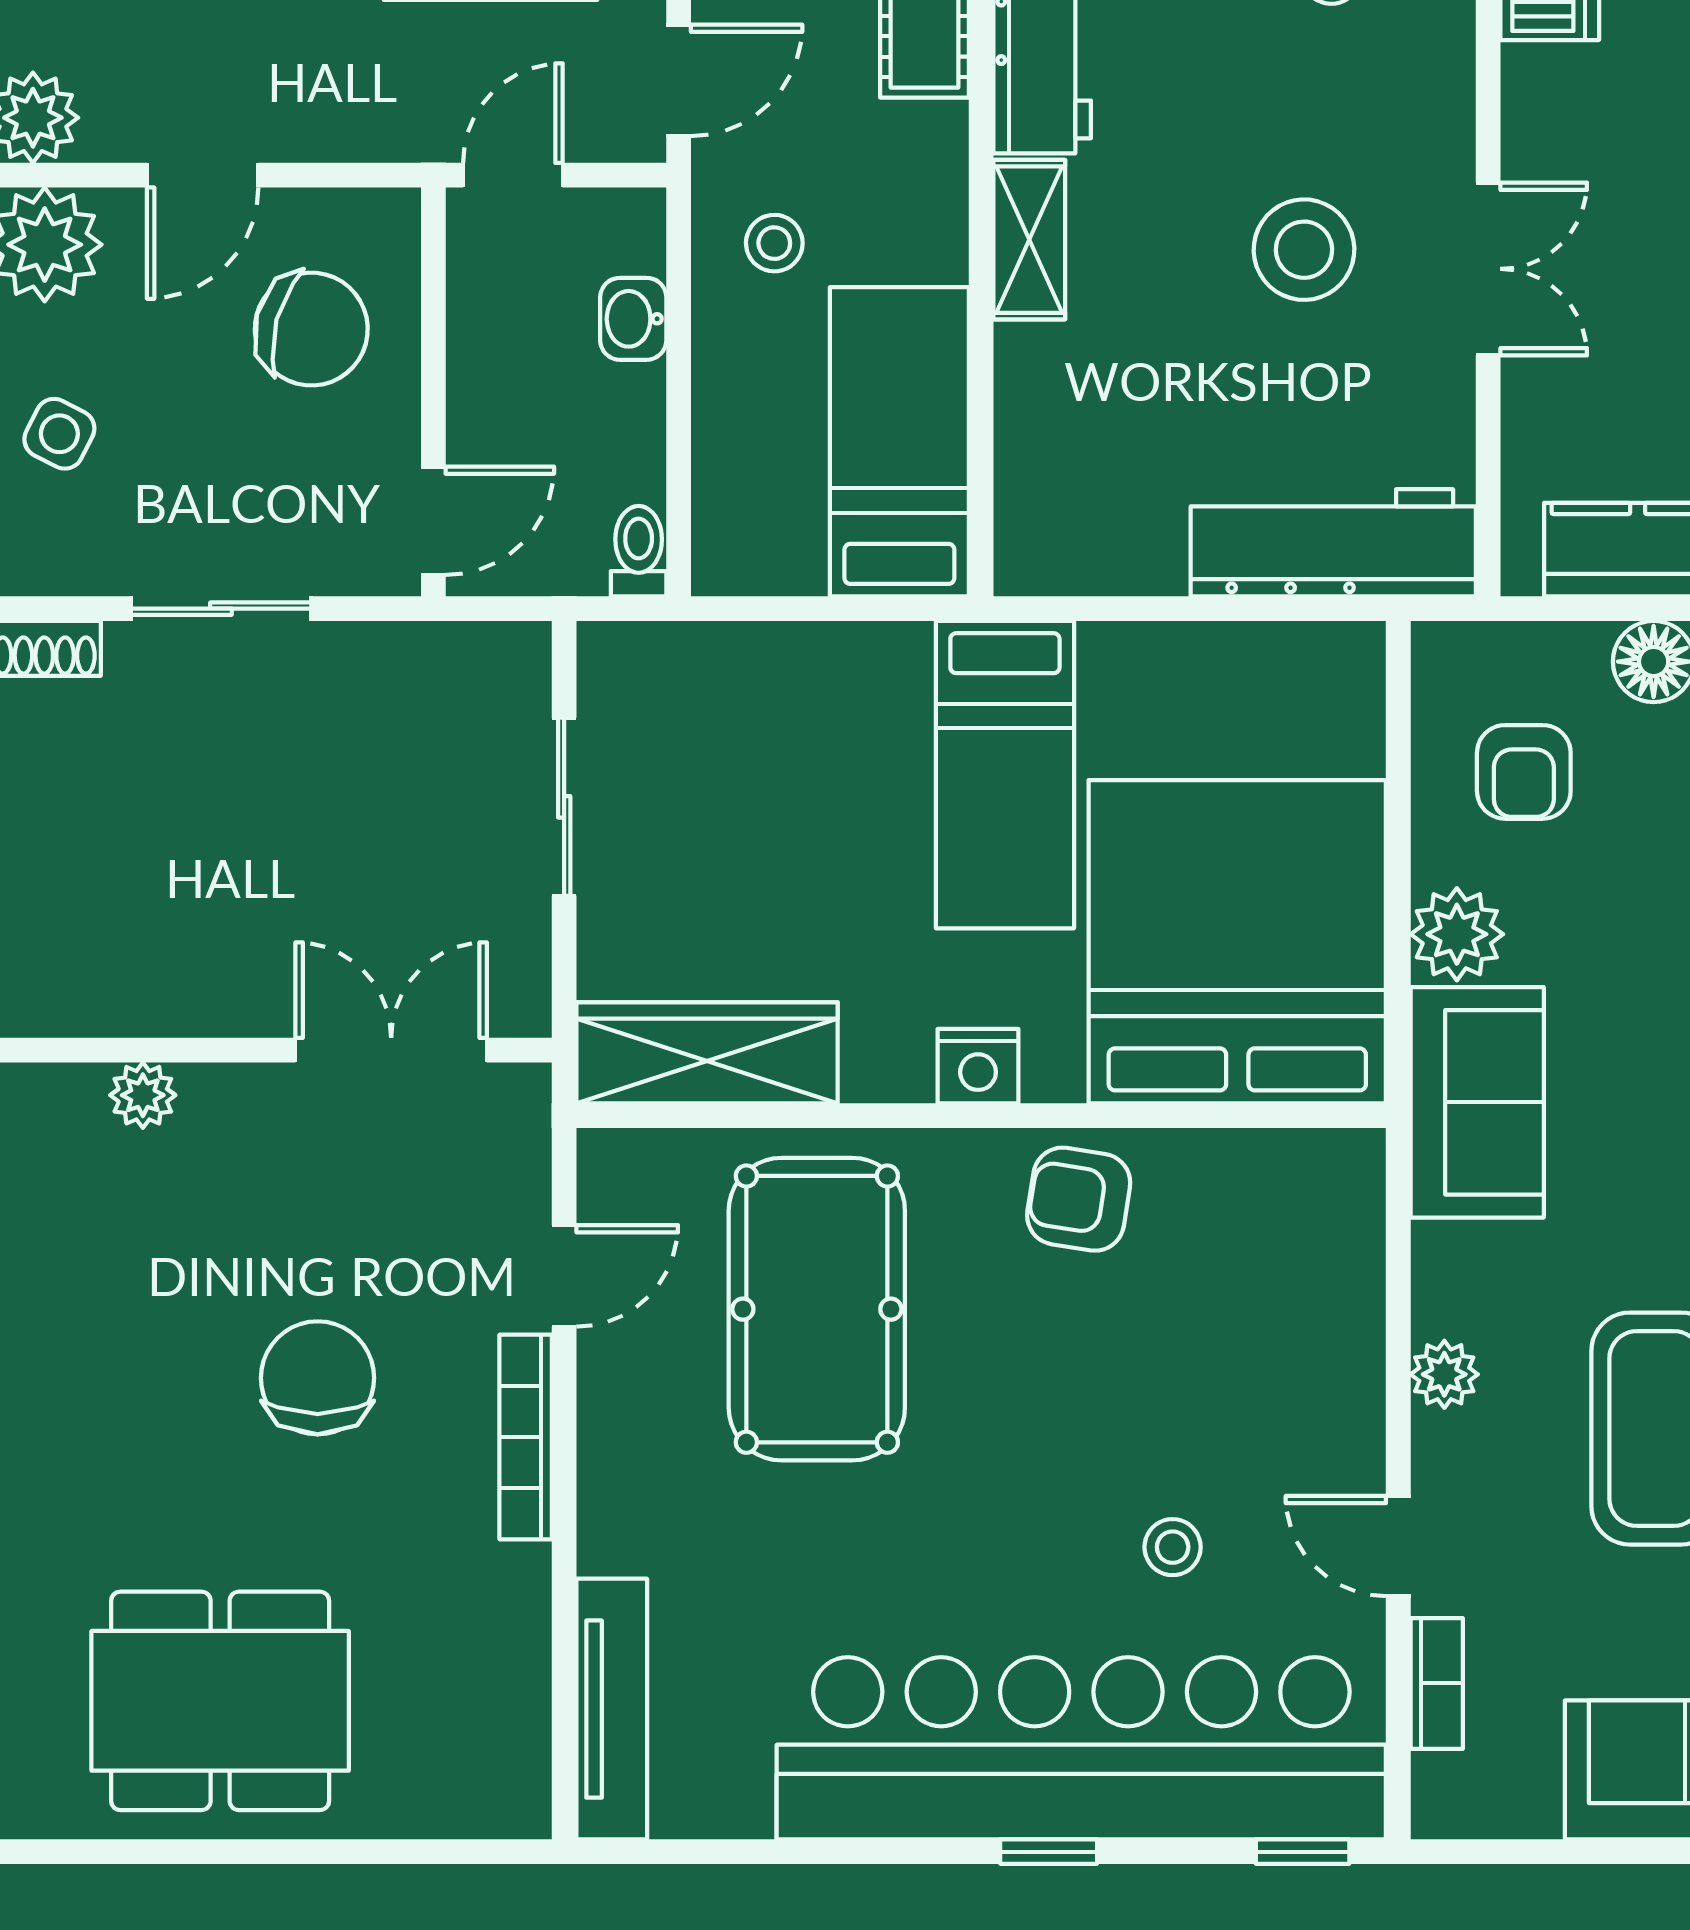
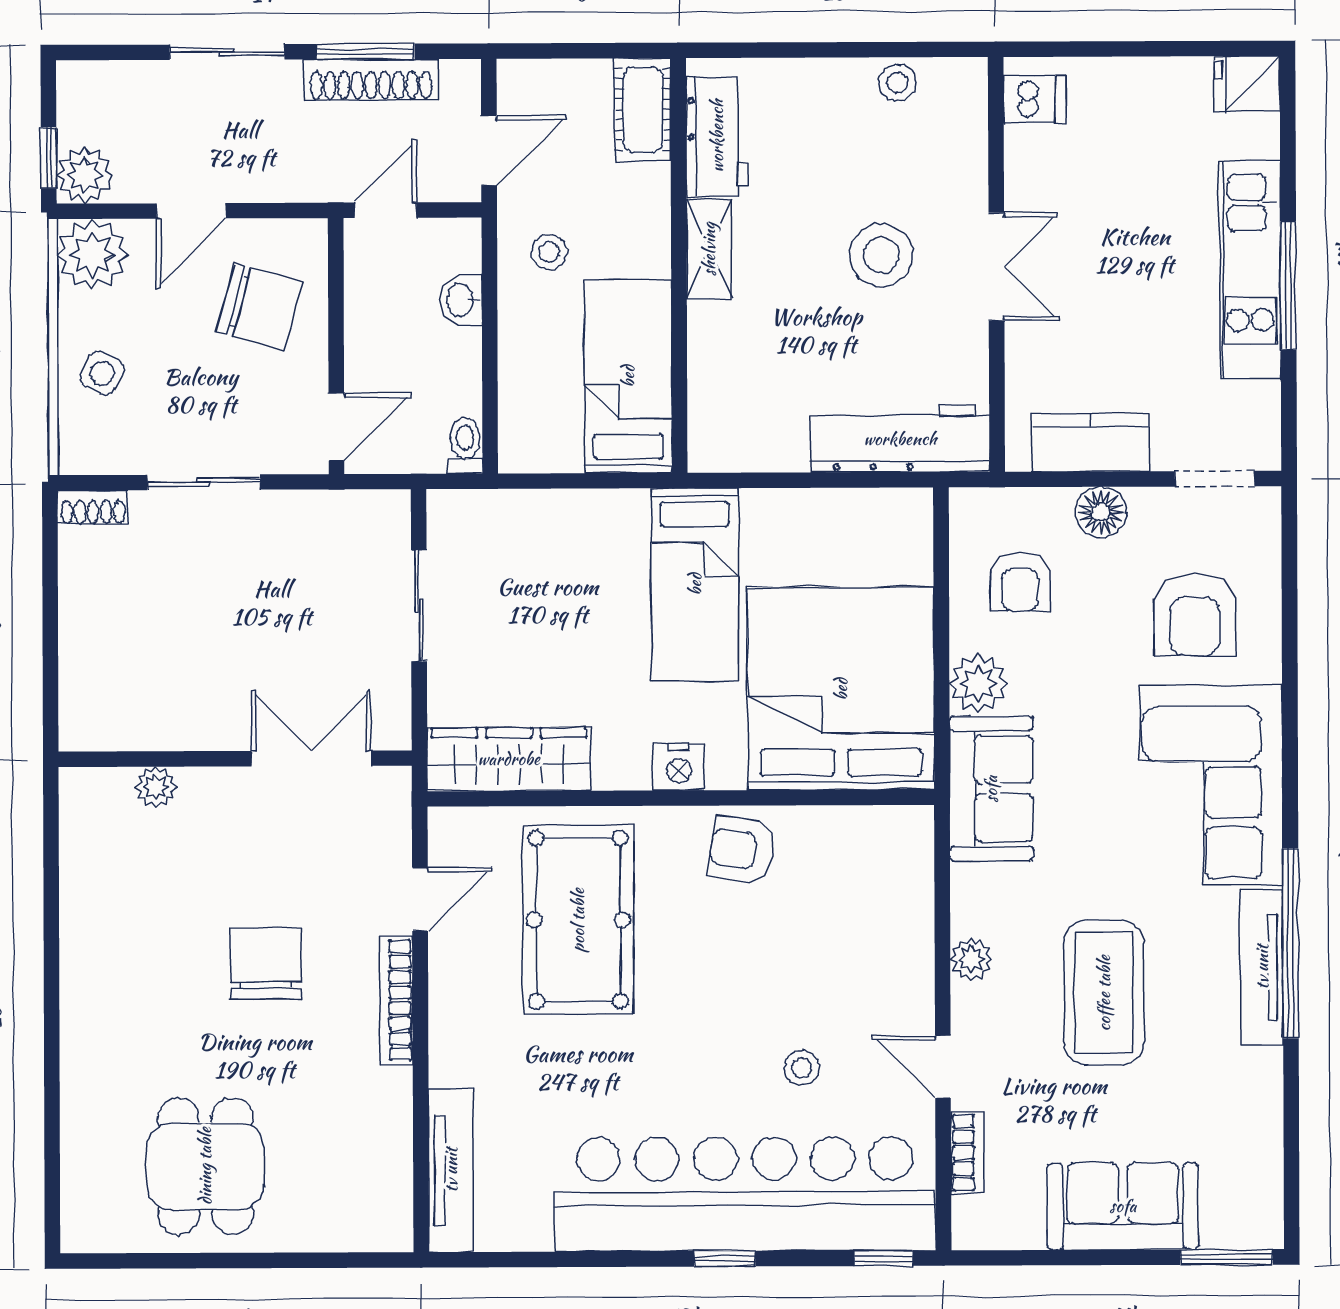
dining table: (220, 1701) -> (205, 1166), width x0.73

